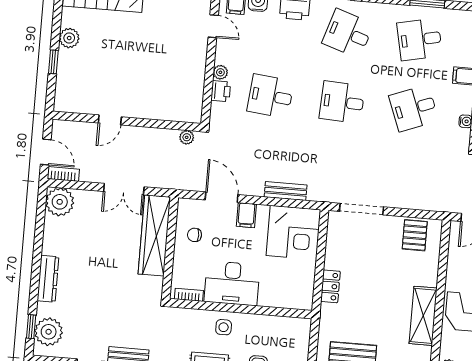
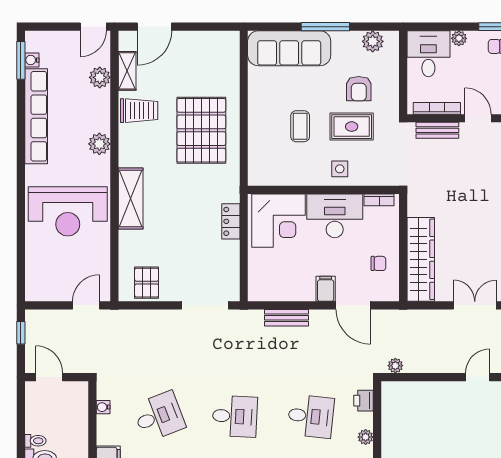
printer: (221, 91) -> (364, 401), moved
double door: (124, 189) -> (475, 305), moved
corner desk: (294, 233) -> (278, 221), moved, turned 180

